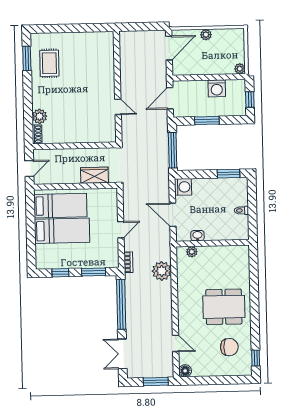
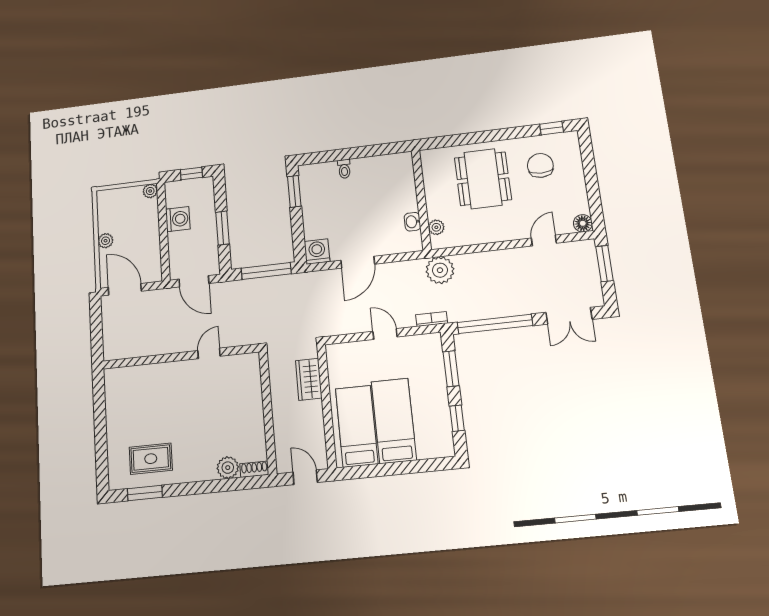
washbasin: (197, 236) -> (412, 222), moved
wall: (213, 243) -> (421, 200), moved
plant: (192, 252) -> (436, 227), moved

